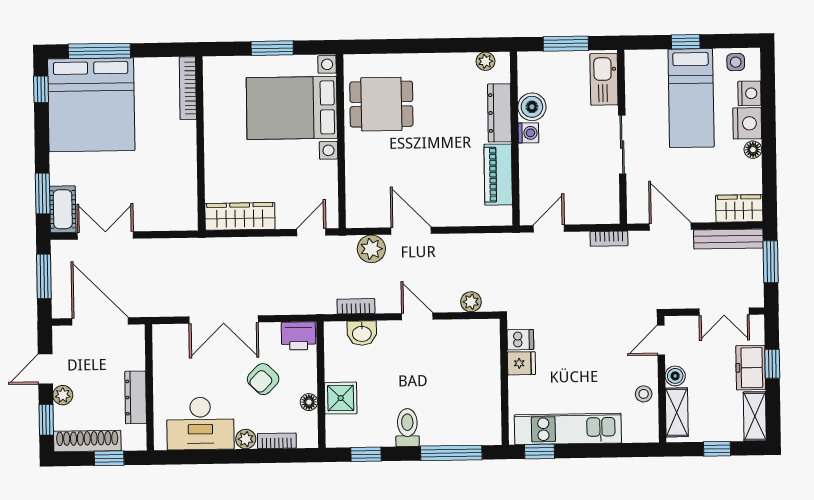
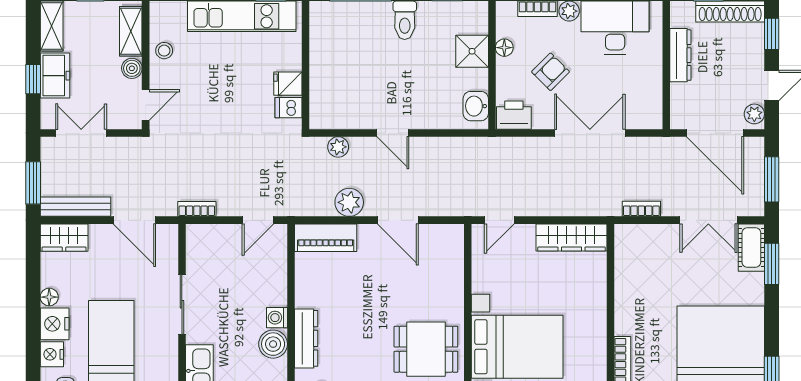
piano: (498, 175) -> (326, 238), moved, turned 90
plant: (371, 249) -> (349, 202), moved
bookcase: (356, 306) -> (641, 209), moved, turned 180
washbasin: (362, 333) -> (476, 106), moved, turned -90
plant: (63, 395) -> (754, 114), moved

